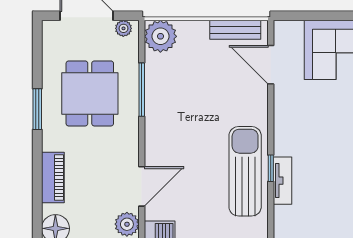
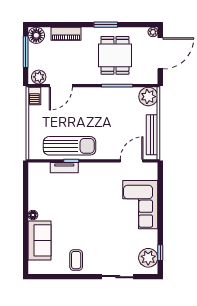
plant: (123, 28) -> (153, 32), moved
bench: (235, 30) -> (152, 135), width x1.36
dining table: (90, 93) -> (115, 55), turned 90
door: (142, 186) -> (61, 86), hinge flipped

